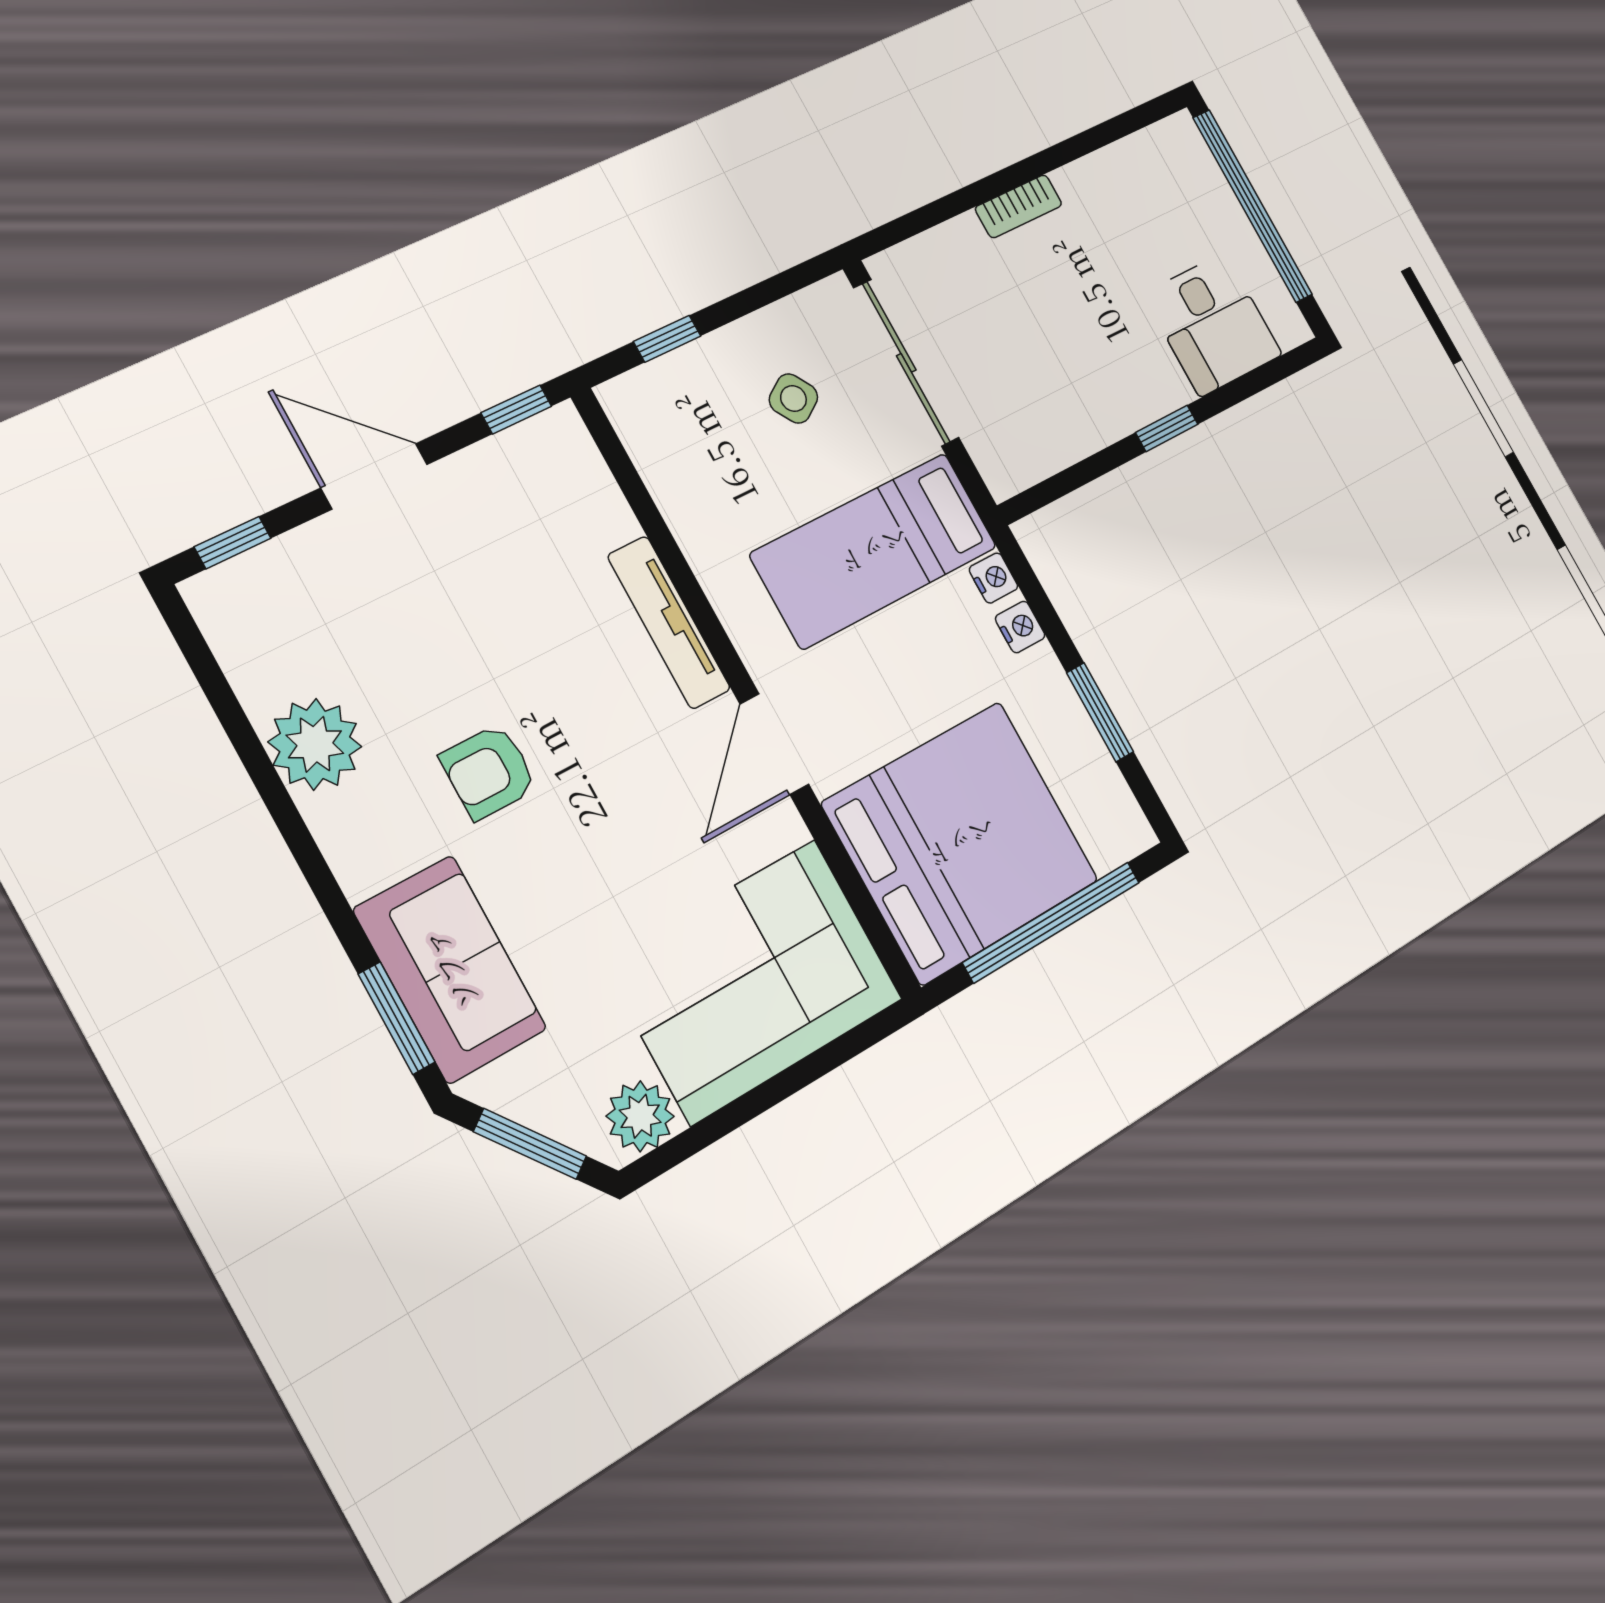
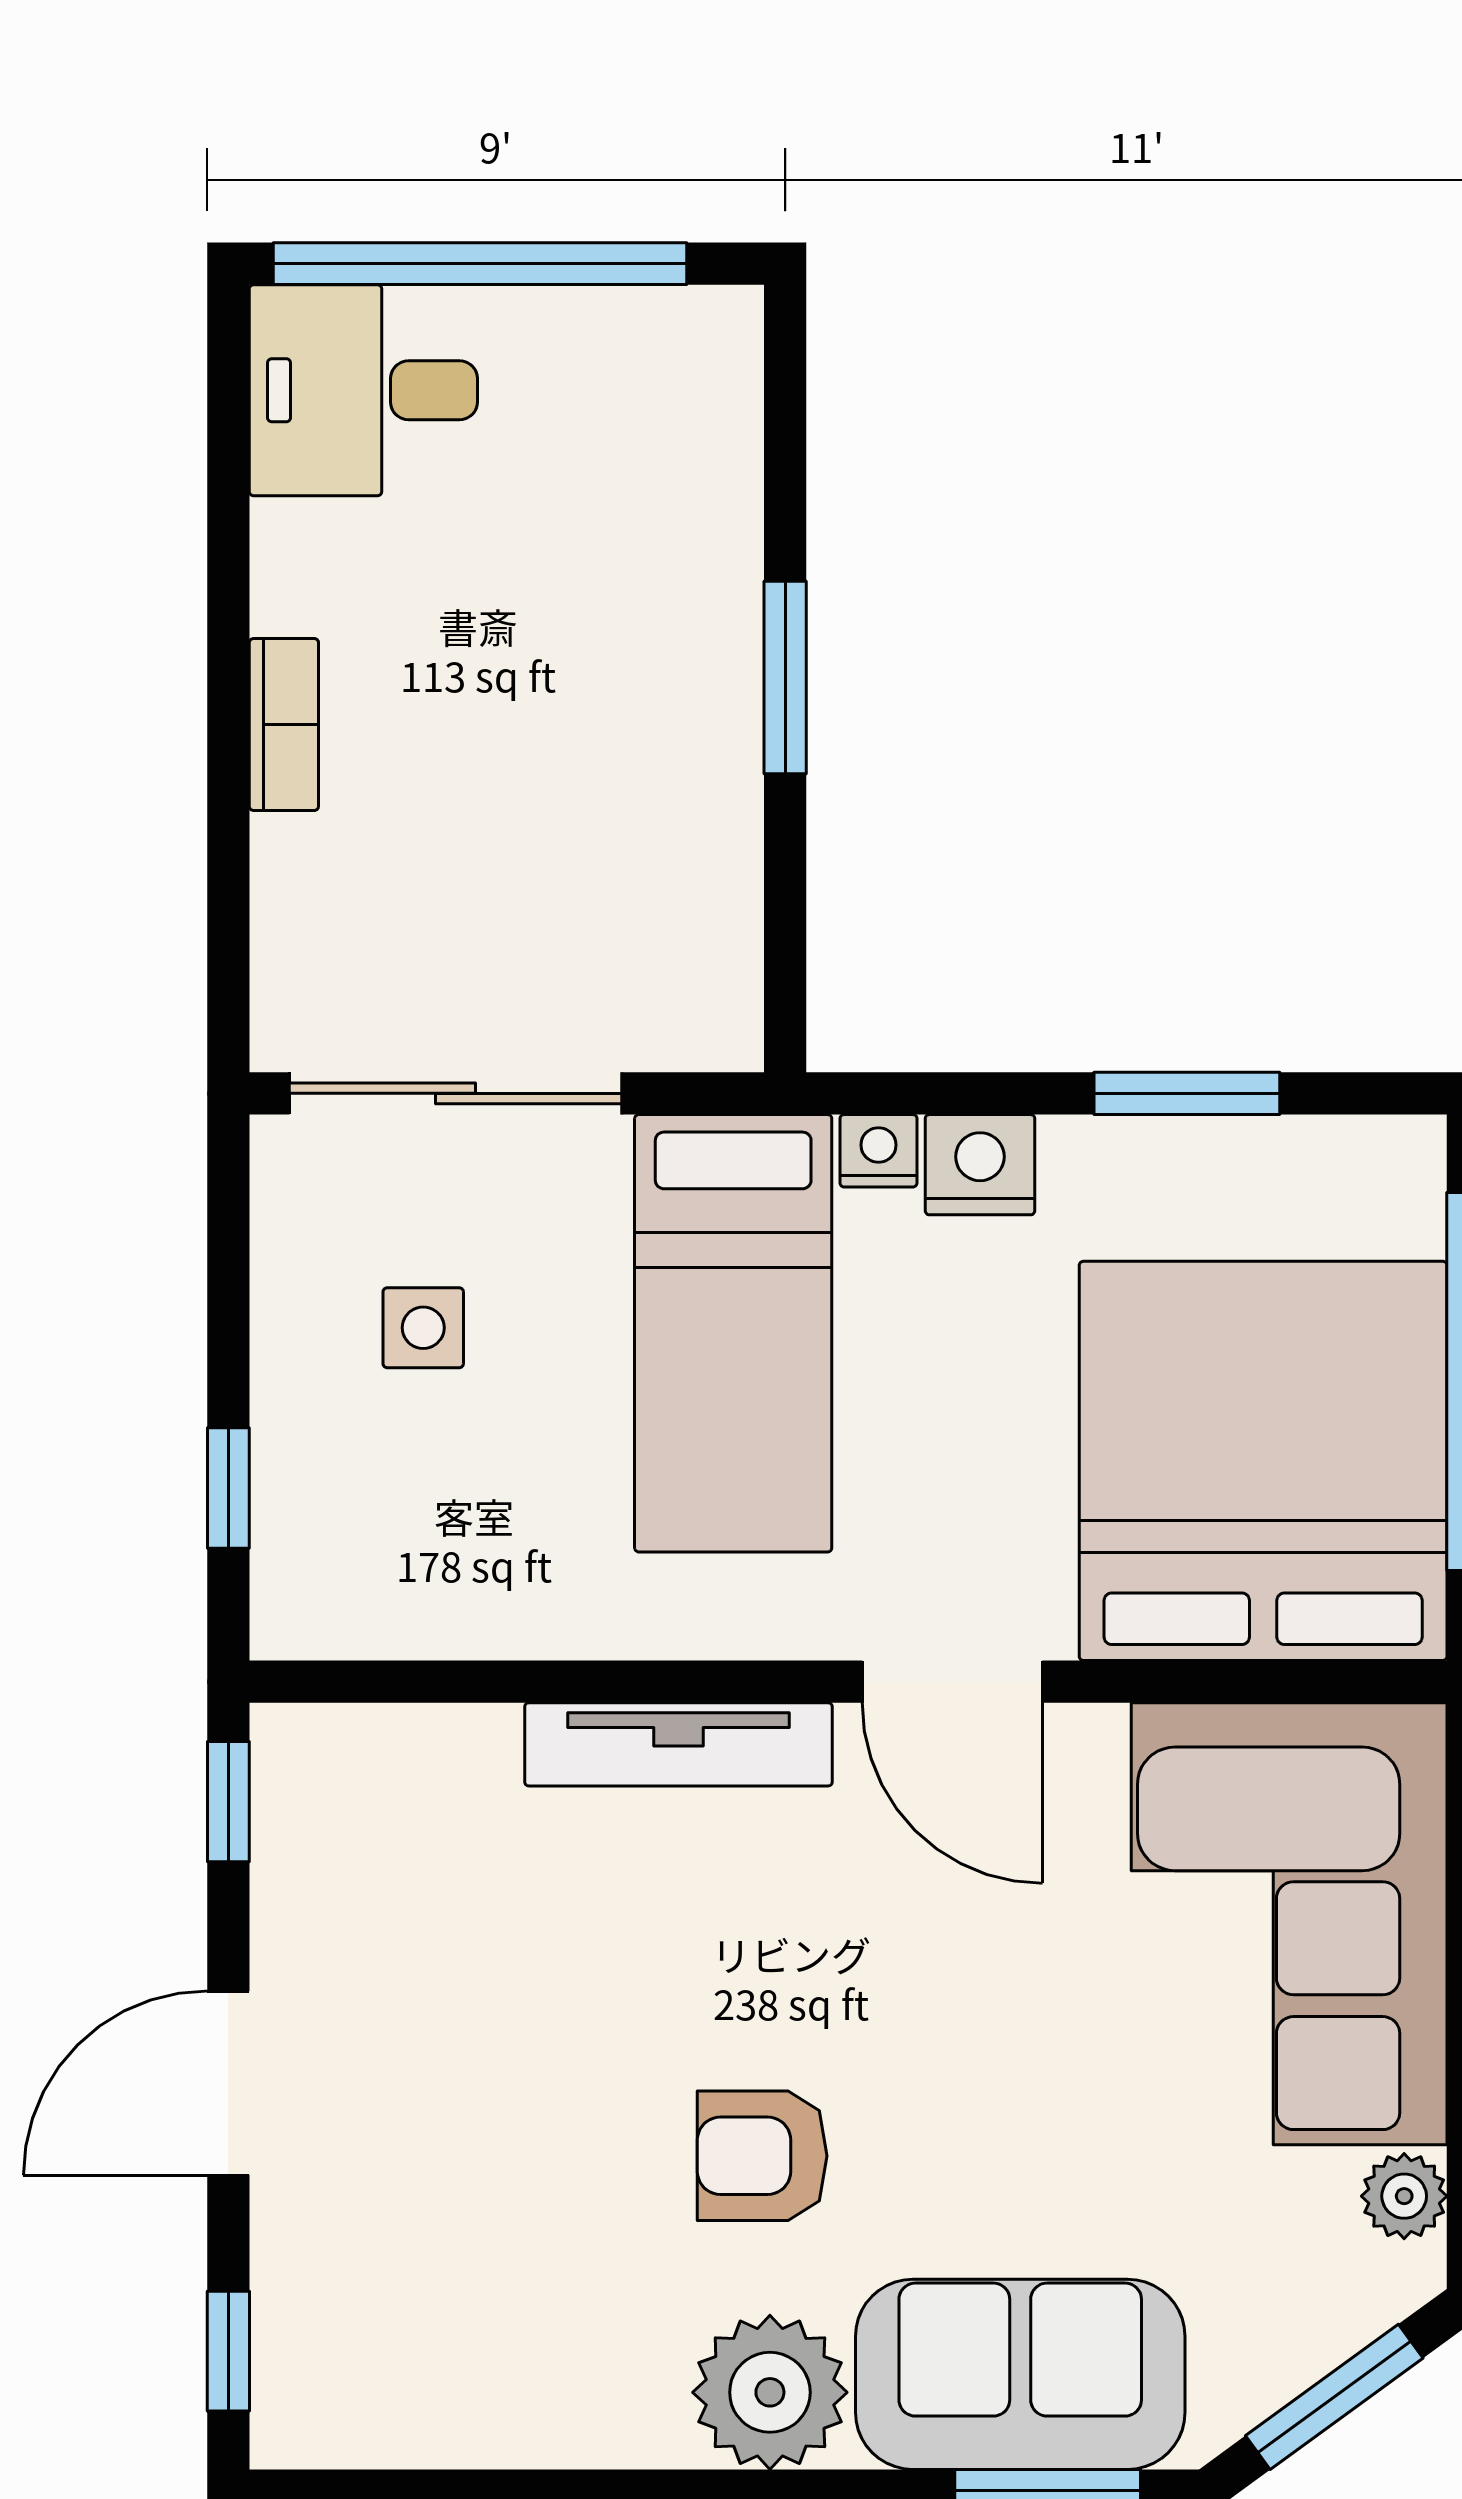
desk: (1213, 324) -> (363, 390), moved, turned 180
side table: (793, 398) -> (423, 1328), turned 33
window: (1167, 428) -> (785, 678), width x1.50
nightstand: (1020, 627) -> (980, 1165), width x1.39, depth x1.35
plant: (315, 744) -> (770, 2392), moved
armchair: (489, 772) -> (762, 2156), turned 90
plant: (640, 1116) -> (1404, 2196), width x0.73, depth x0.73

